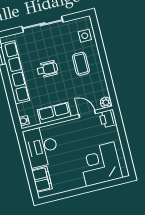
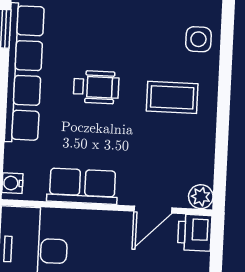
coffee table: (81, 64) -> (172, 97), turned 90
door: (87, 114) -> (153, 210), swing flipped

